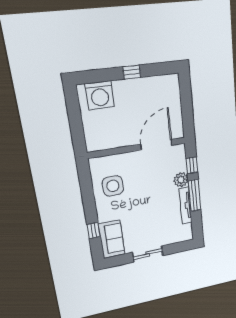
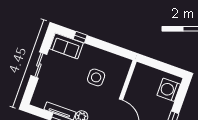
side table: (113, 186) -> (96, 77), moved

